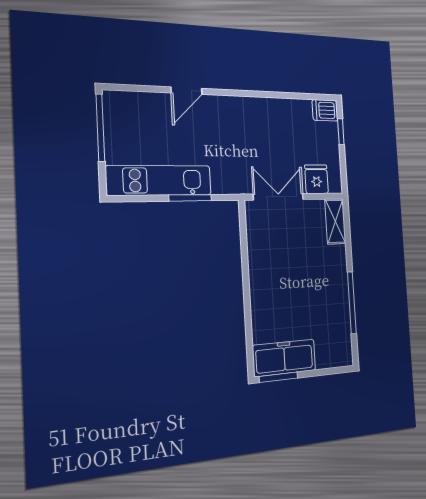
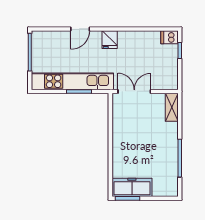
fridge: (316, 179) -> (110, 40), moved, turned 180
kitchen unit: (159, 180) -> (72, 81), width x1.36

